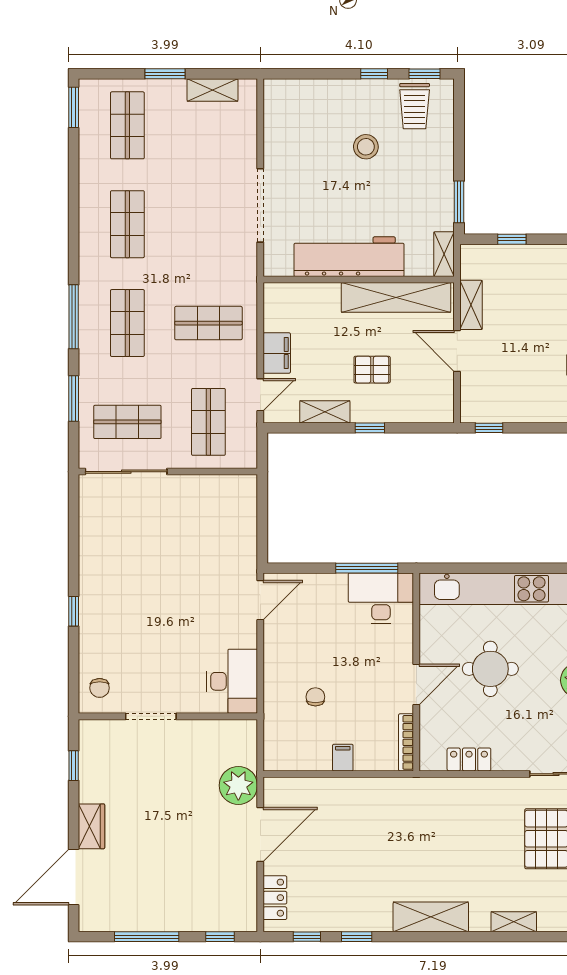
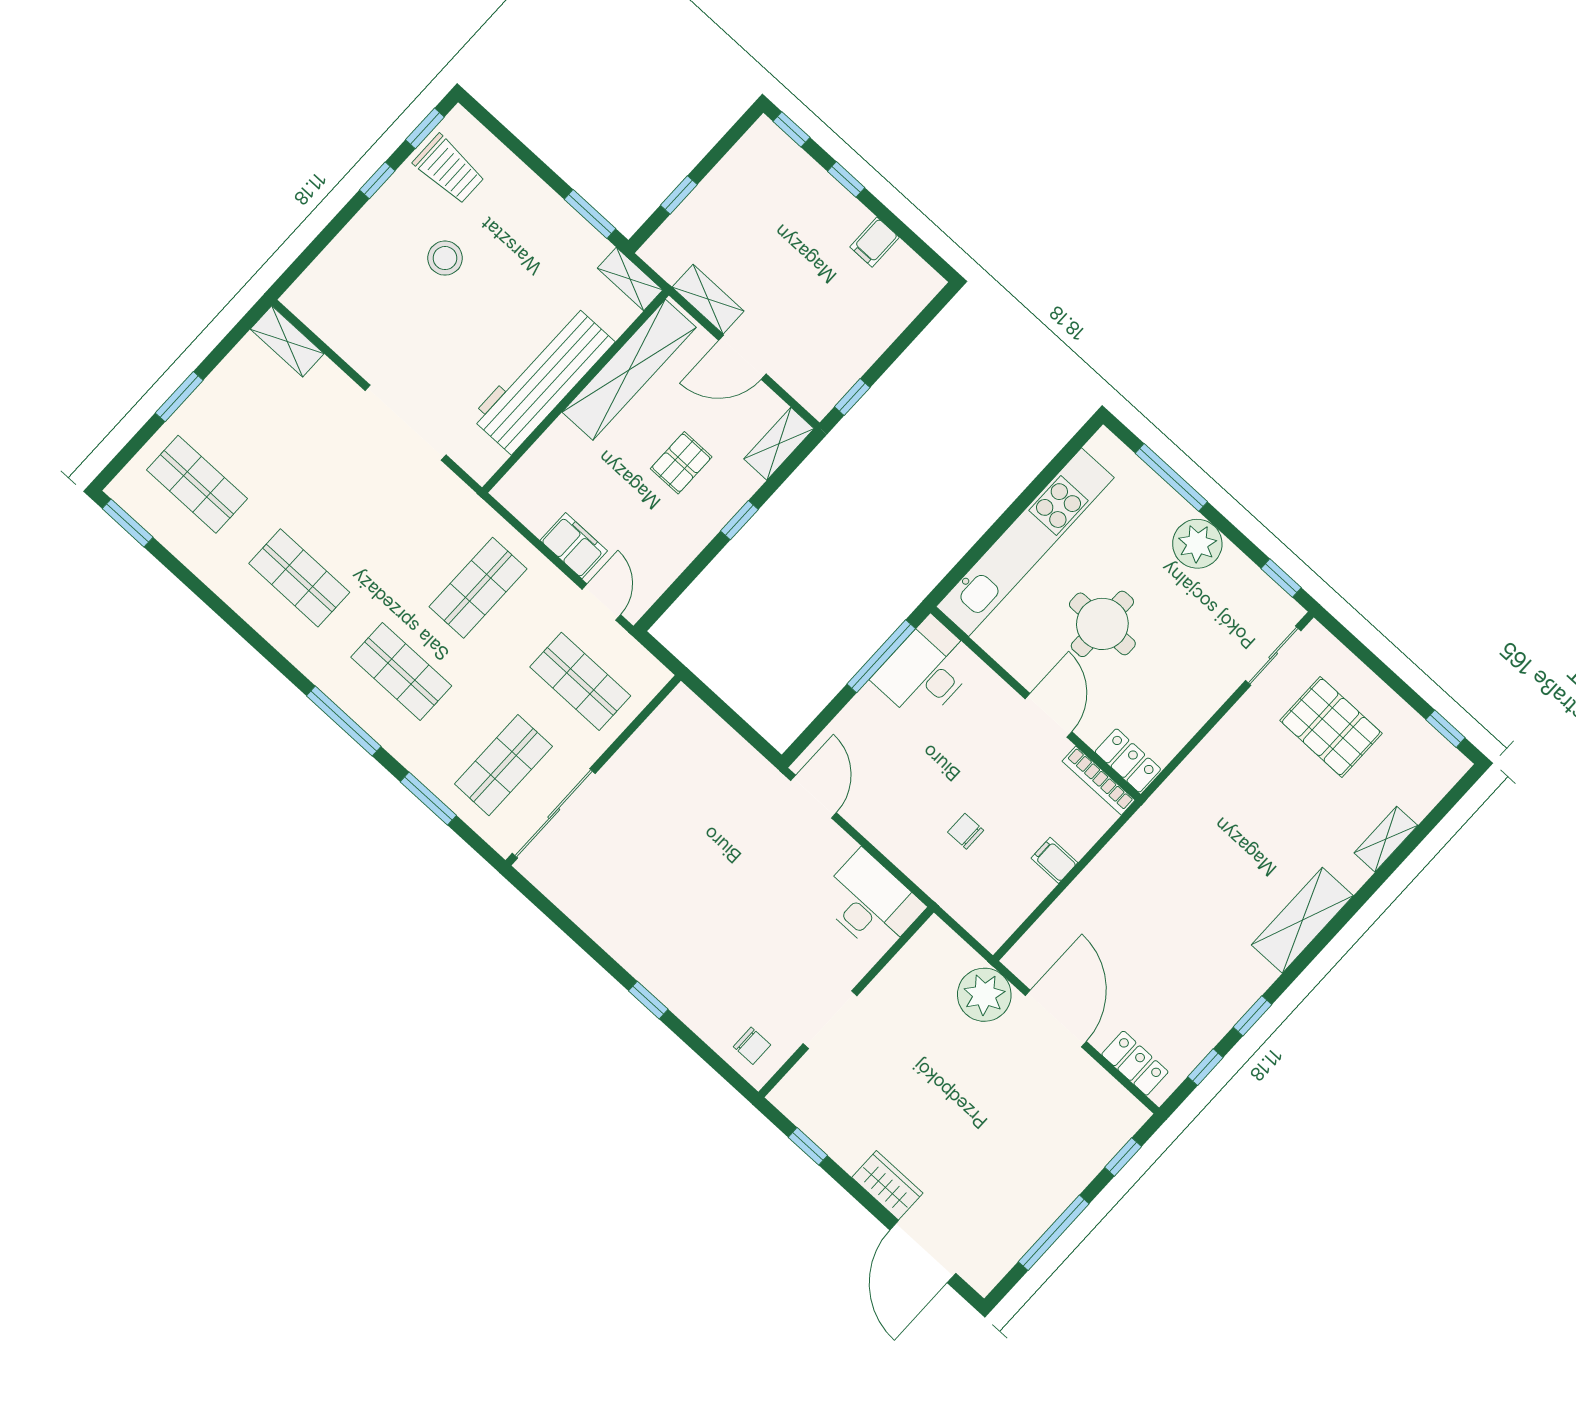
shelving: (213, 90) -> (287, 341), moved, turned 90
shelving: (325, 412) -> (779, 444), moved
locker: (469, 759) -> (1128, 760), moved, turned 90

